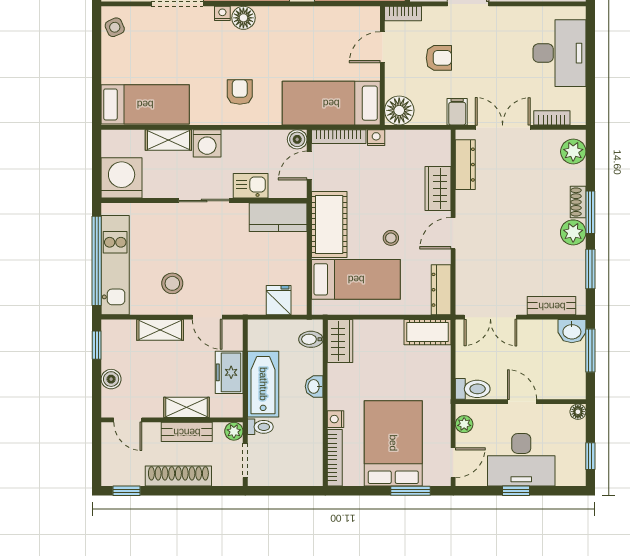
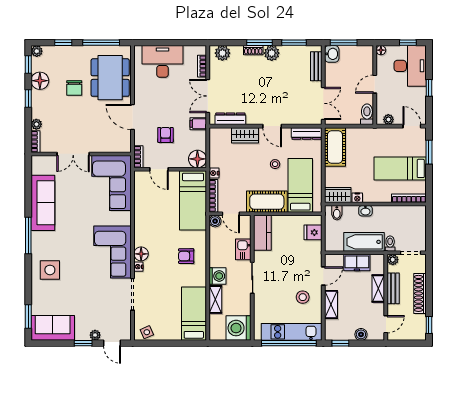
cot: (428, 332) -> (335, 147), width x1.37, depth x1.34
nightstand: (336, 419) -> (357, 198), moved
bed: (393, 443) -> (400, 168), width x0.67
desk: (521, 460) -> (410, 66), moved

